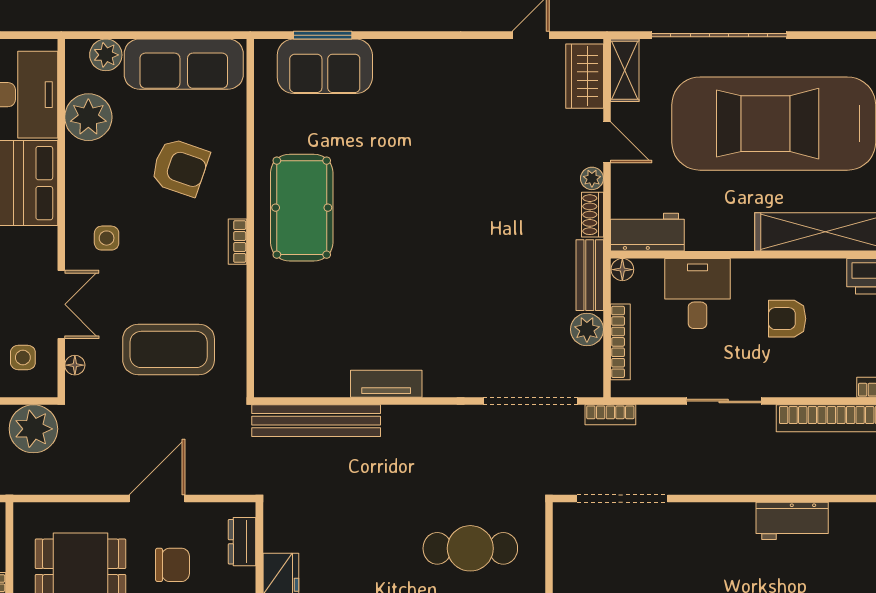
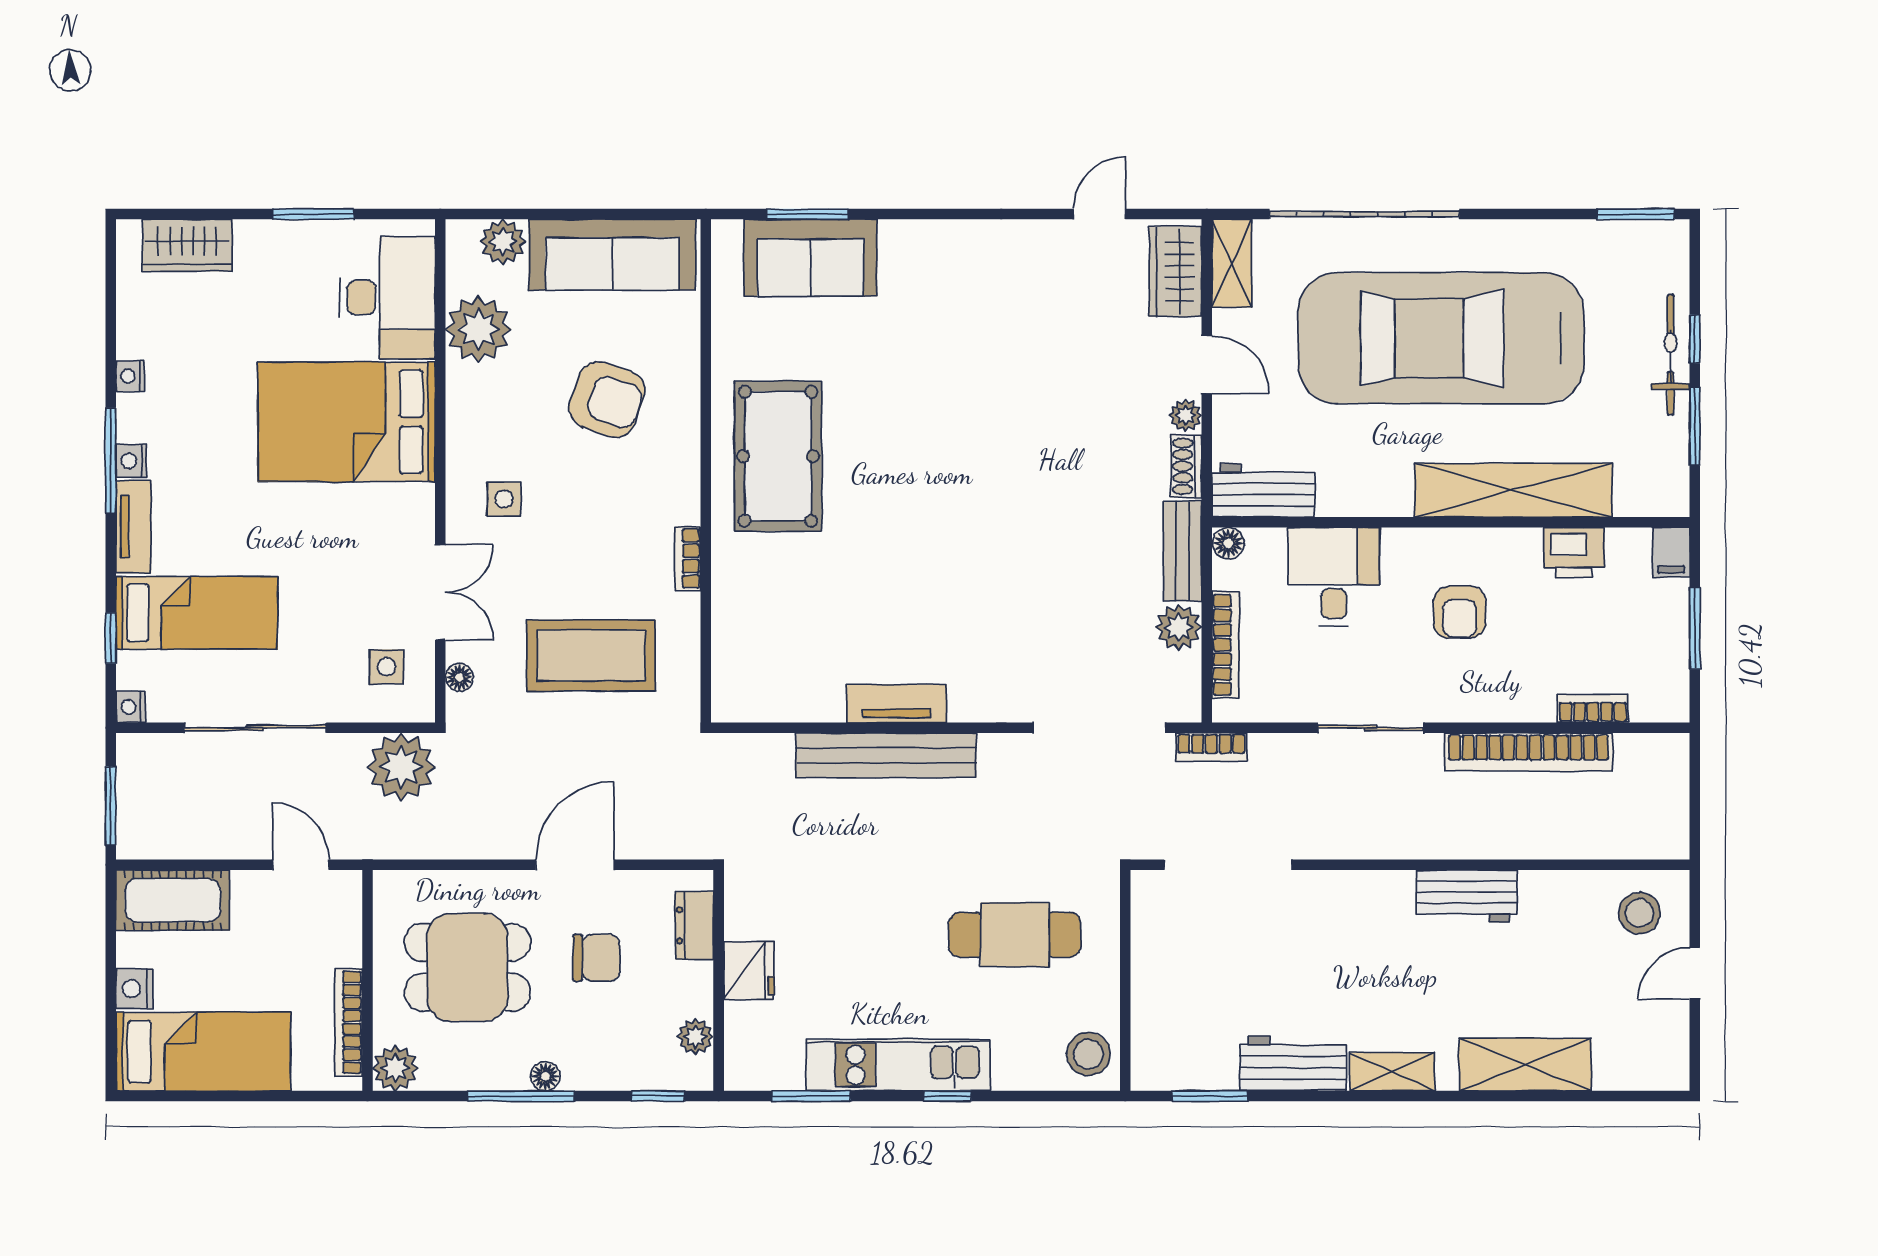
bookcase: (237, 242) -> (688, 559), moved
armchair: (787, 319) -> (1460, 612), turned -90
bench: (316, 421) -> (886, 755), moved

